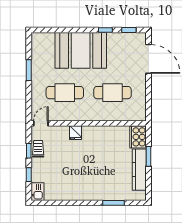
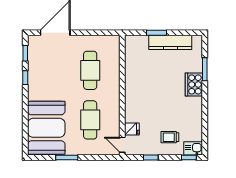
booth: (81, 50) -> (46, 128), moved
fridge: (76, 133) -> (132, 129), moved
cooker: (138, 137) -> (194, 84), moved, turned 90
trolley: (38, 149) -> (170, 137), moved
window: (29, 175) -> (189, 157), moved

